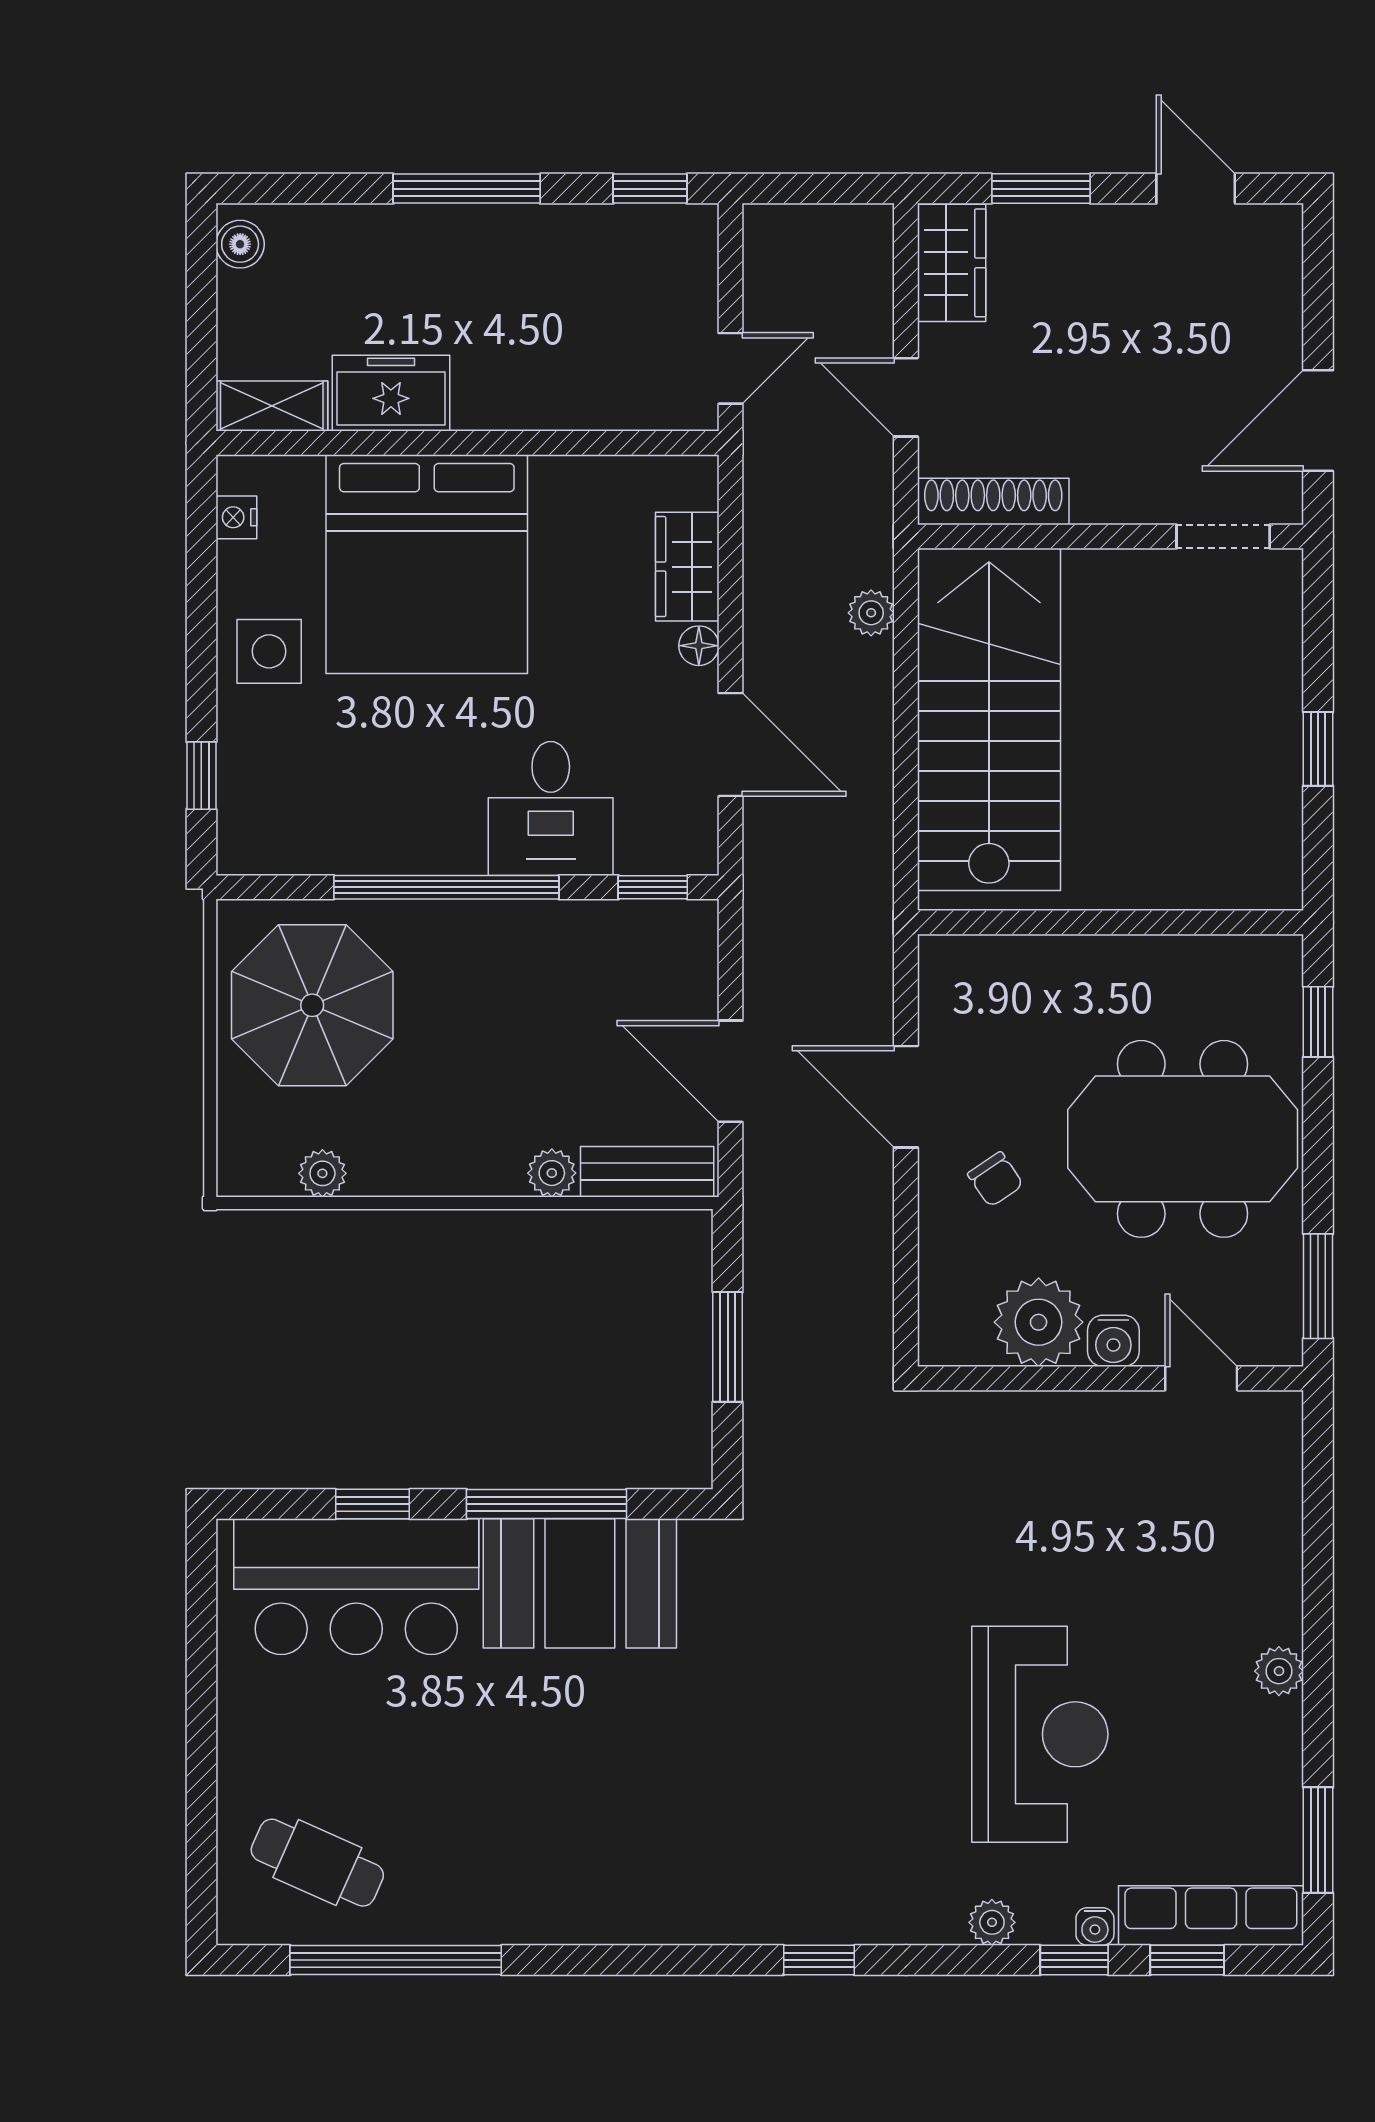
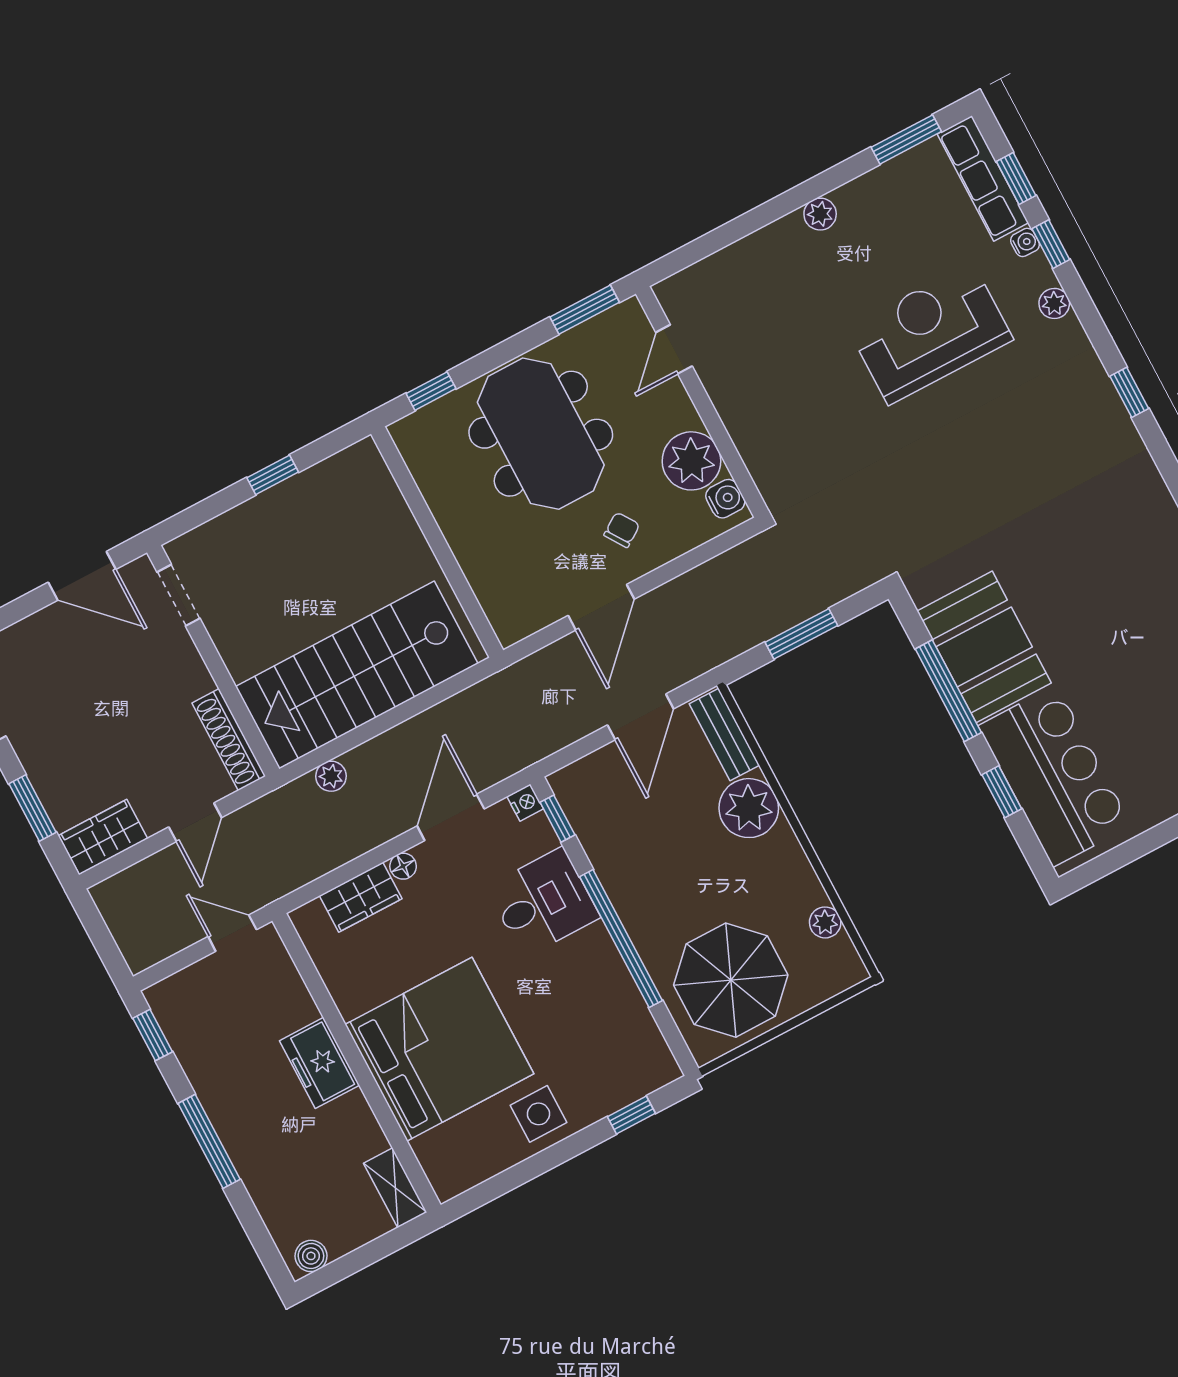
freezer: (391, 393) -> (320, 1063), moved
nightstand: (236, 517) -> (525, 803), moved, turned -90
plant: (552, 1173) -> (749, 808), width x1.87, depth x1.87
water cooler: (1113, 1341) -> (725, 499), moved

